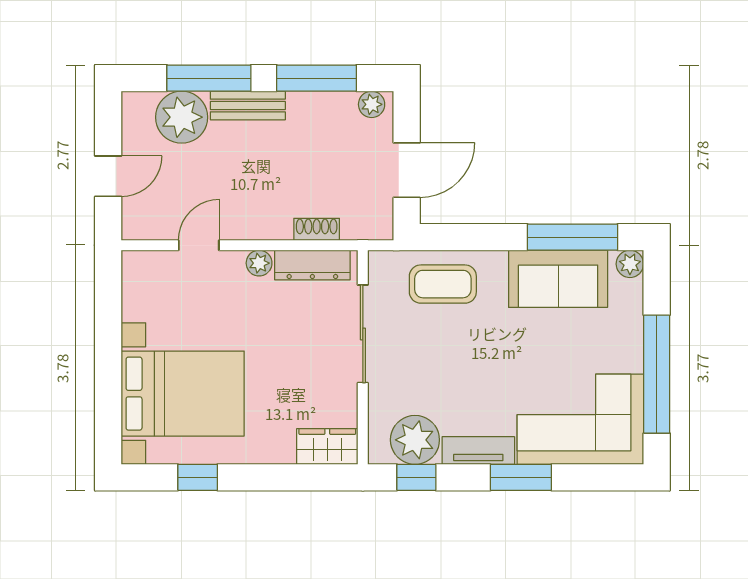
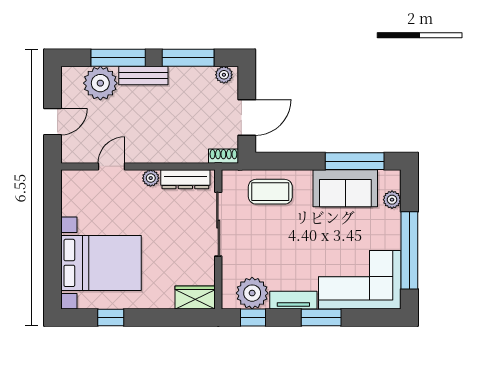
shoe rack: (317, 229) -> (223, 156), moved
plant: (630, 264) -> (392, 200), moved

